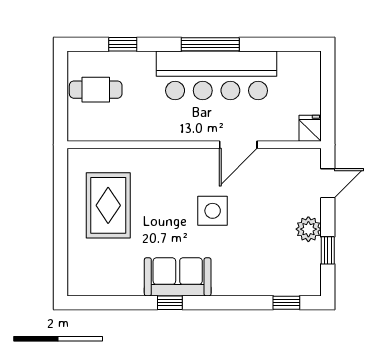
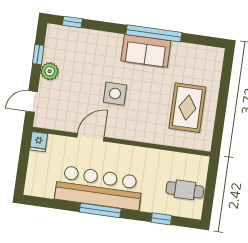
window: (170, 303) -> (154, 33), width x3.17

